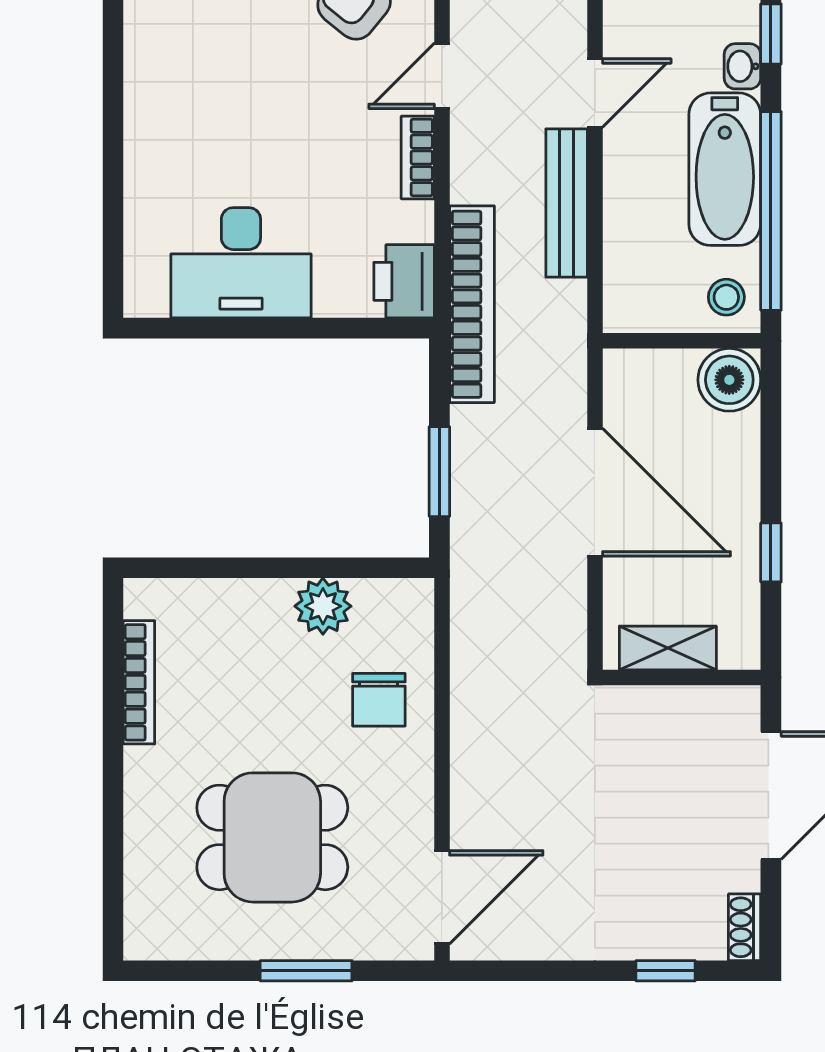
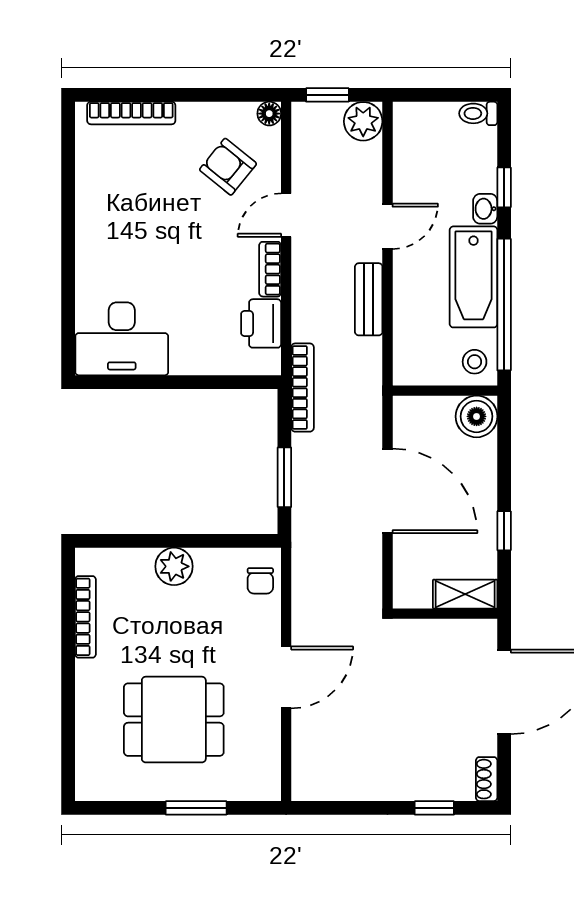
bench: (567, 203) -> (369, 299), width x0.73
desk: (241, 263) -> (122, 339), moved
printer: (404, 281) -> (261, 323), moved
bookcase: (472, 304) -> (302, 388), width x0.68, depth x0.76
plant: (323, 606) -> (174, 566), moved
shelving: (668, 648) -> (465, 594), moved
chair: (379, 700) -> (260, 581), moved, width x0.73, depth x0.73
door: (442, 897) -> (286, 677), moved

